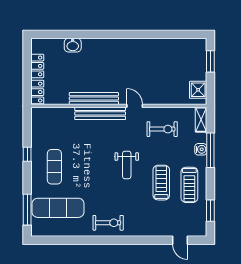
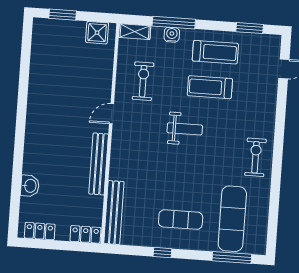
locker: (37, 66) -> (40, 231), moved
bench: (100, 113) -> (114, 213), moved

